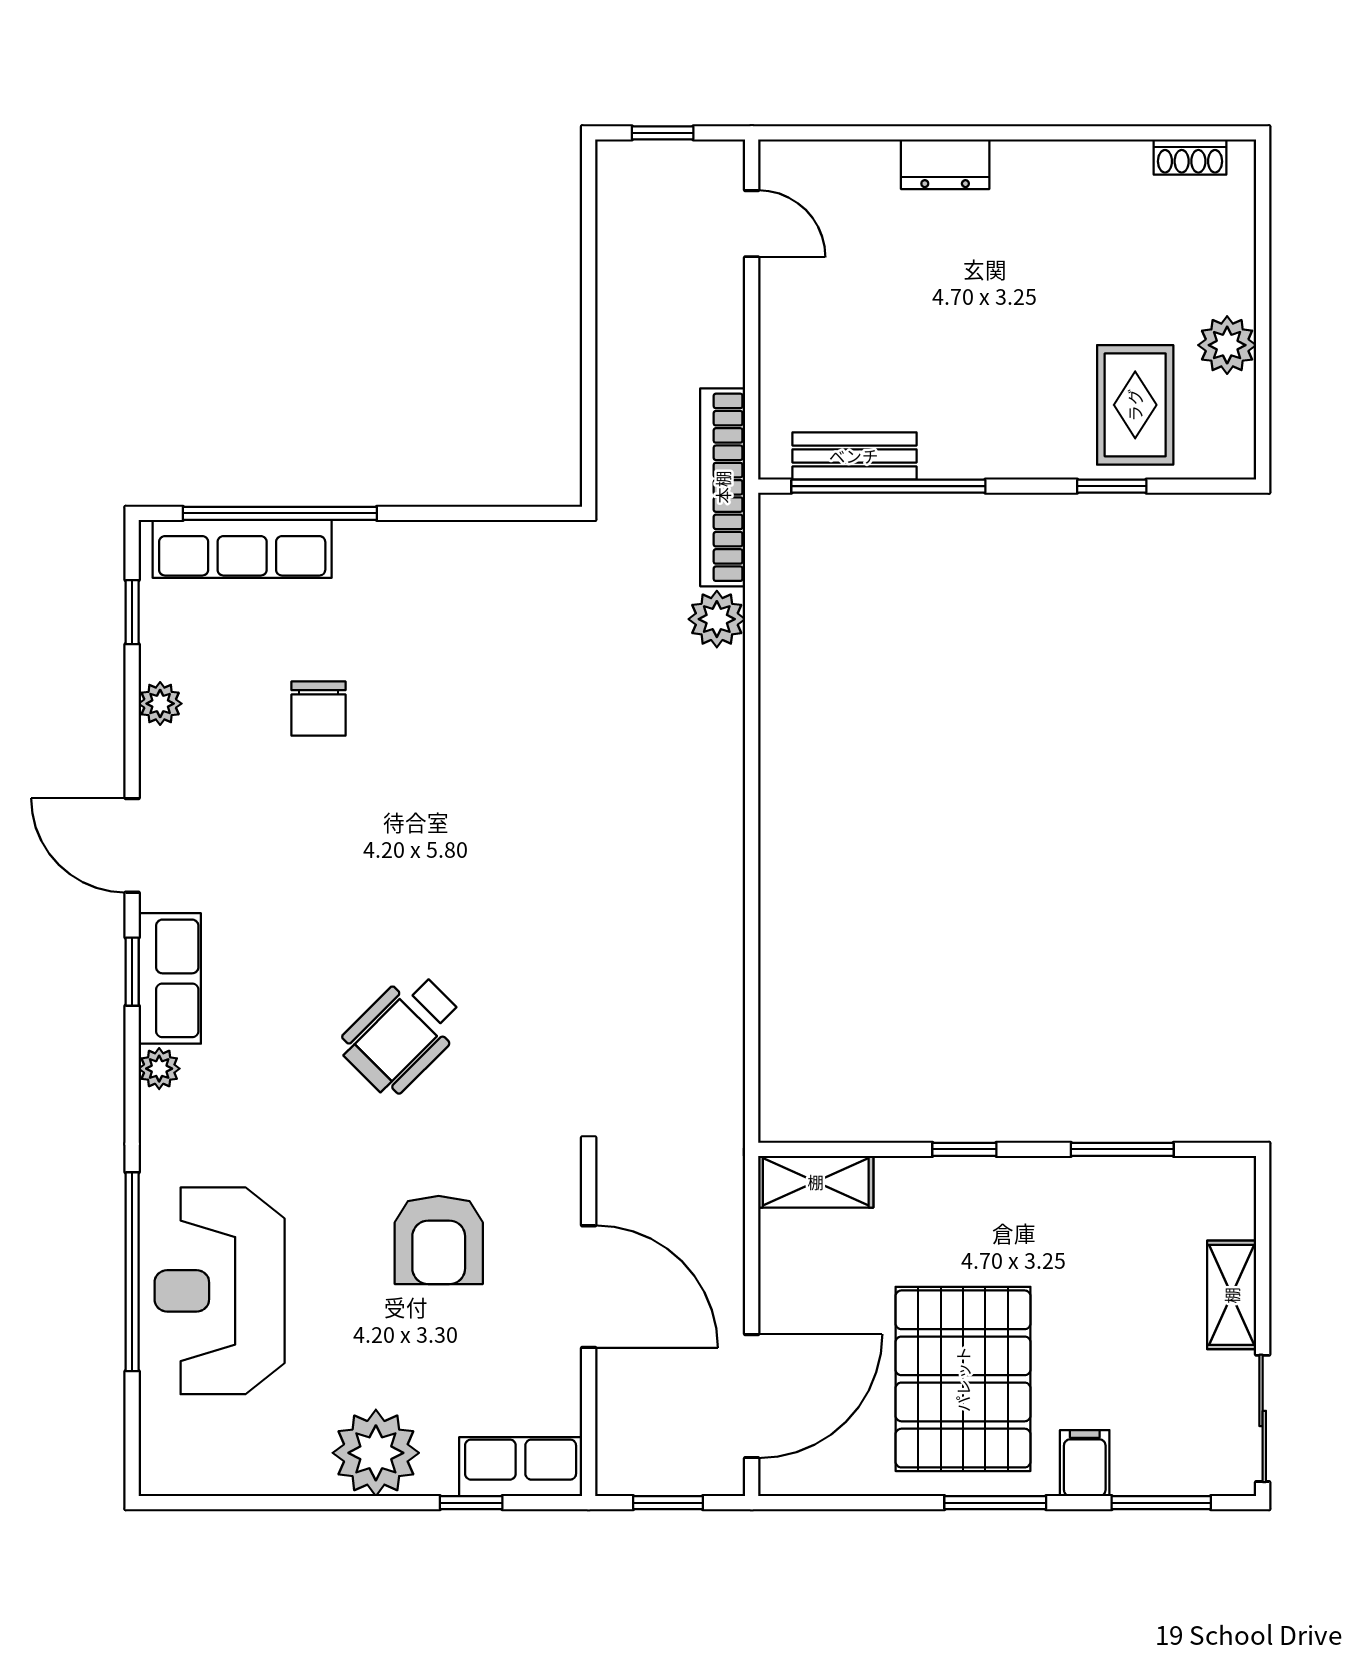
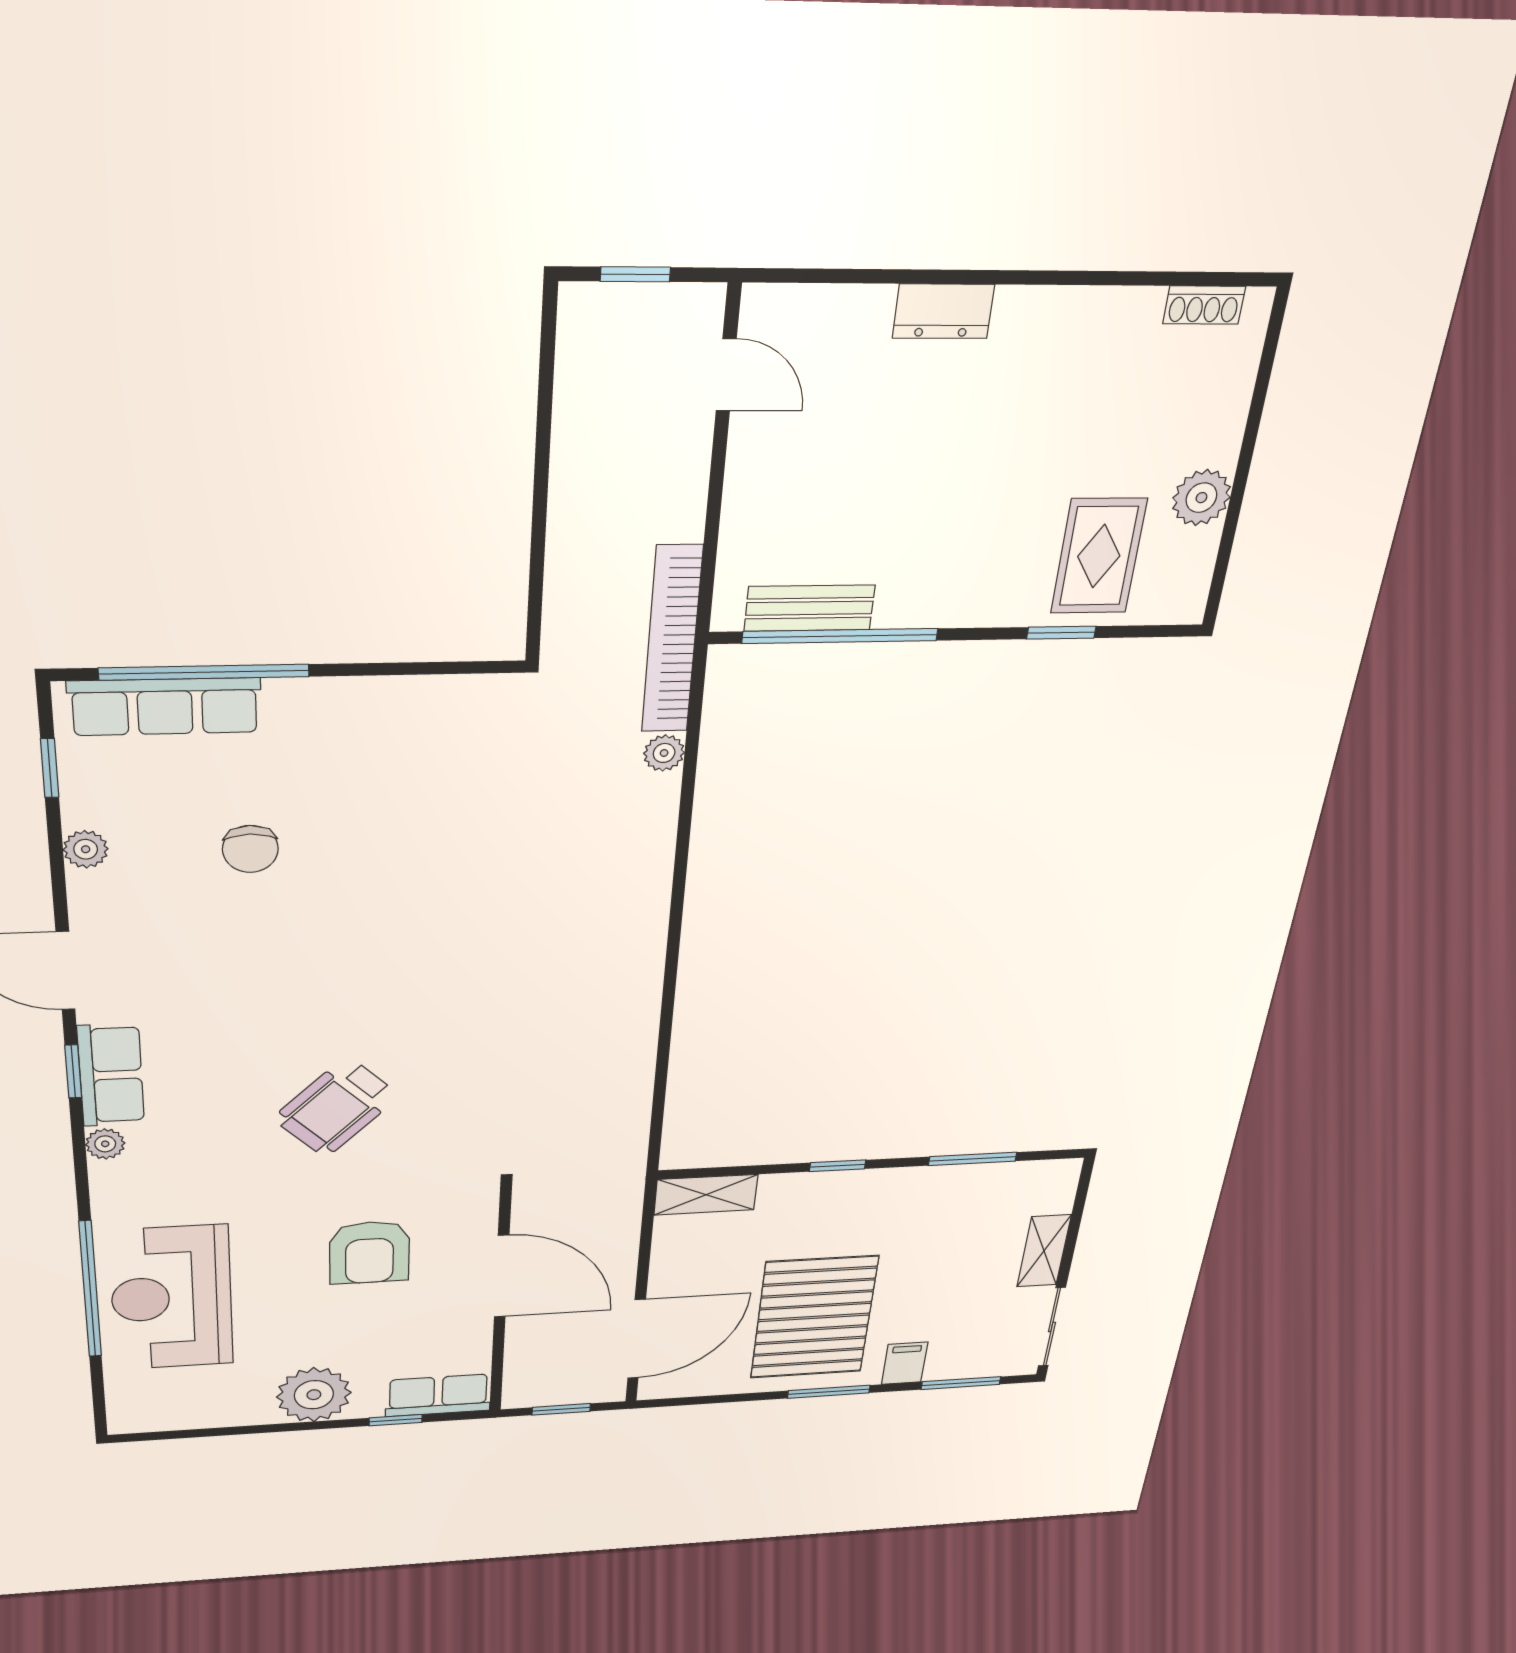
plant: (717, 619) -> (664, 753), width x0.73, depth x0.73

